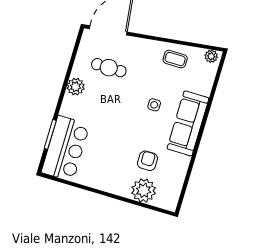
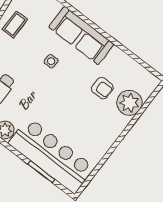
bar counter: (65, 148) -> (52, 155), width x1.36
armchair: (148, 161) -> (102, 88), turned 180

